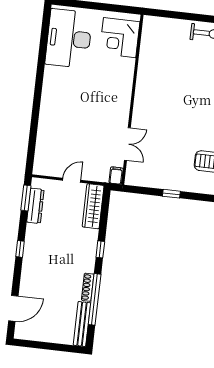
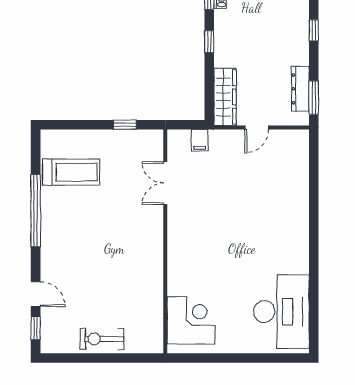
corner desk: (120, 38) -> (191, 320), moved
wall: (132, 100) -> (165, 241), moved
double door: (127, 144) -> (165, 183), moved

